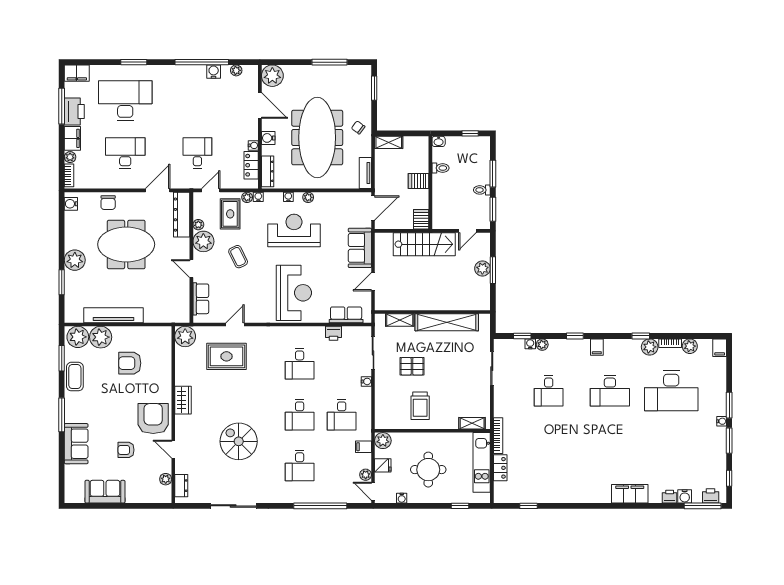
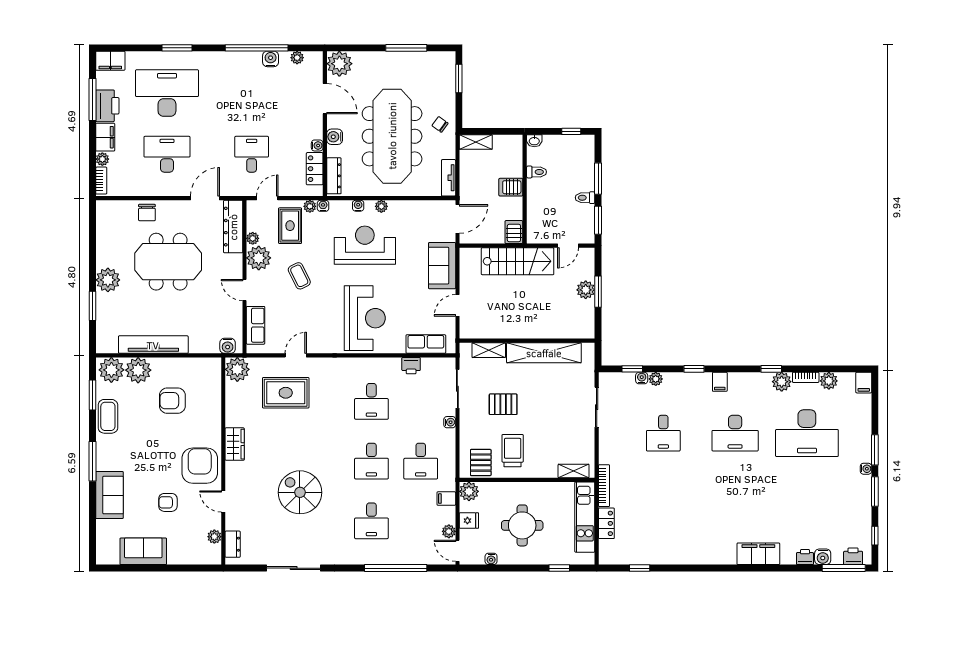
water cooler: (71, 204) -> (228, 346), moved, turned -90
trolley: (420, 406) -> (513, 451), turned 180
pallet: (393, 416) -> (481, 463), added

